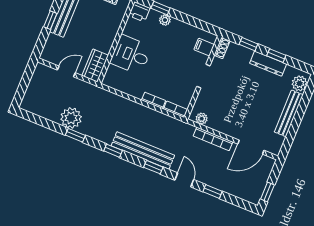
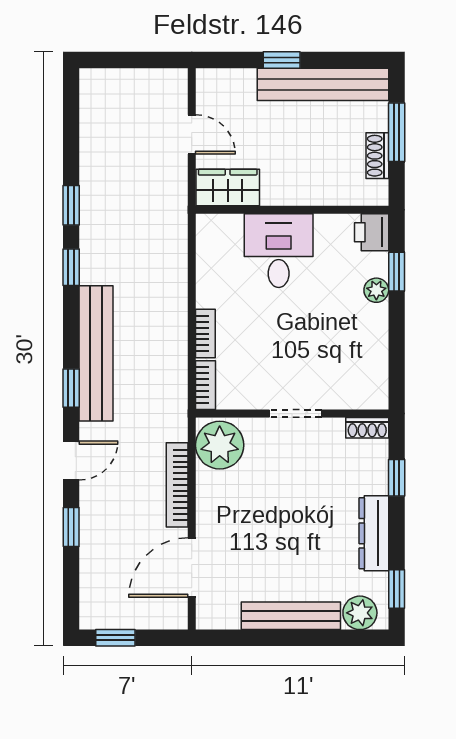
filing cabinet: (204, 47) -> (354, 391), removed
window: (276, 56) -> (397, 589), moved
plant: (71, 118) -> (102, 182), removed
plant: (202, 119) -> (220, 445), width x1.87, depth x1.87
door: (251, 147) -> (192, 568), hinge flipped
window: (113, 151) -> (71, 267), moved

